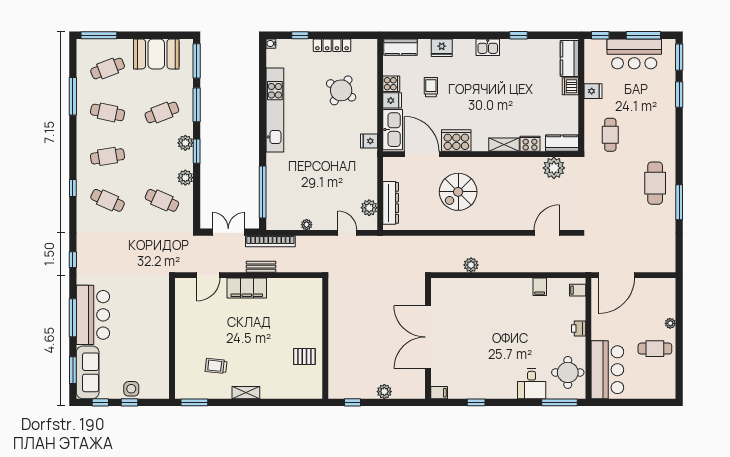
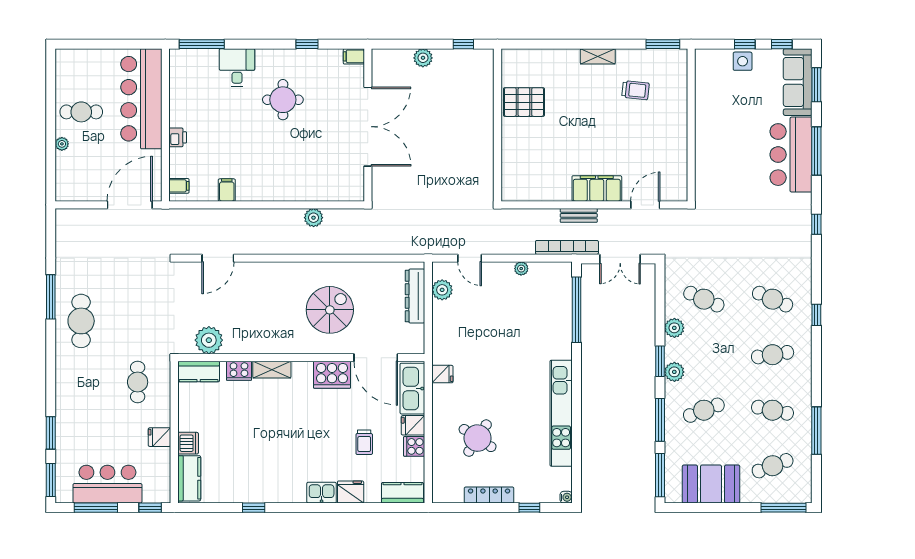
kitchen sink: (488, 47) -> (322, 493), moved
pallet: (304, 356) -> (524, 102), width x1.50, depth x1.42
bar counter: (607, 370) -> (141, 99), width x1.36
round table: (568, 372) -> (283, 100), moved

